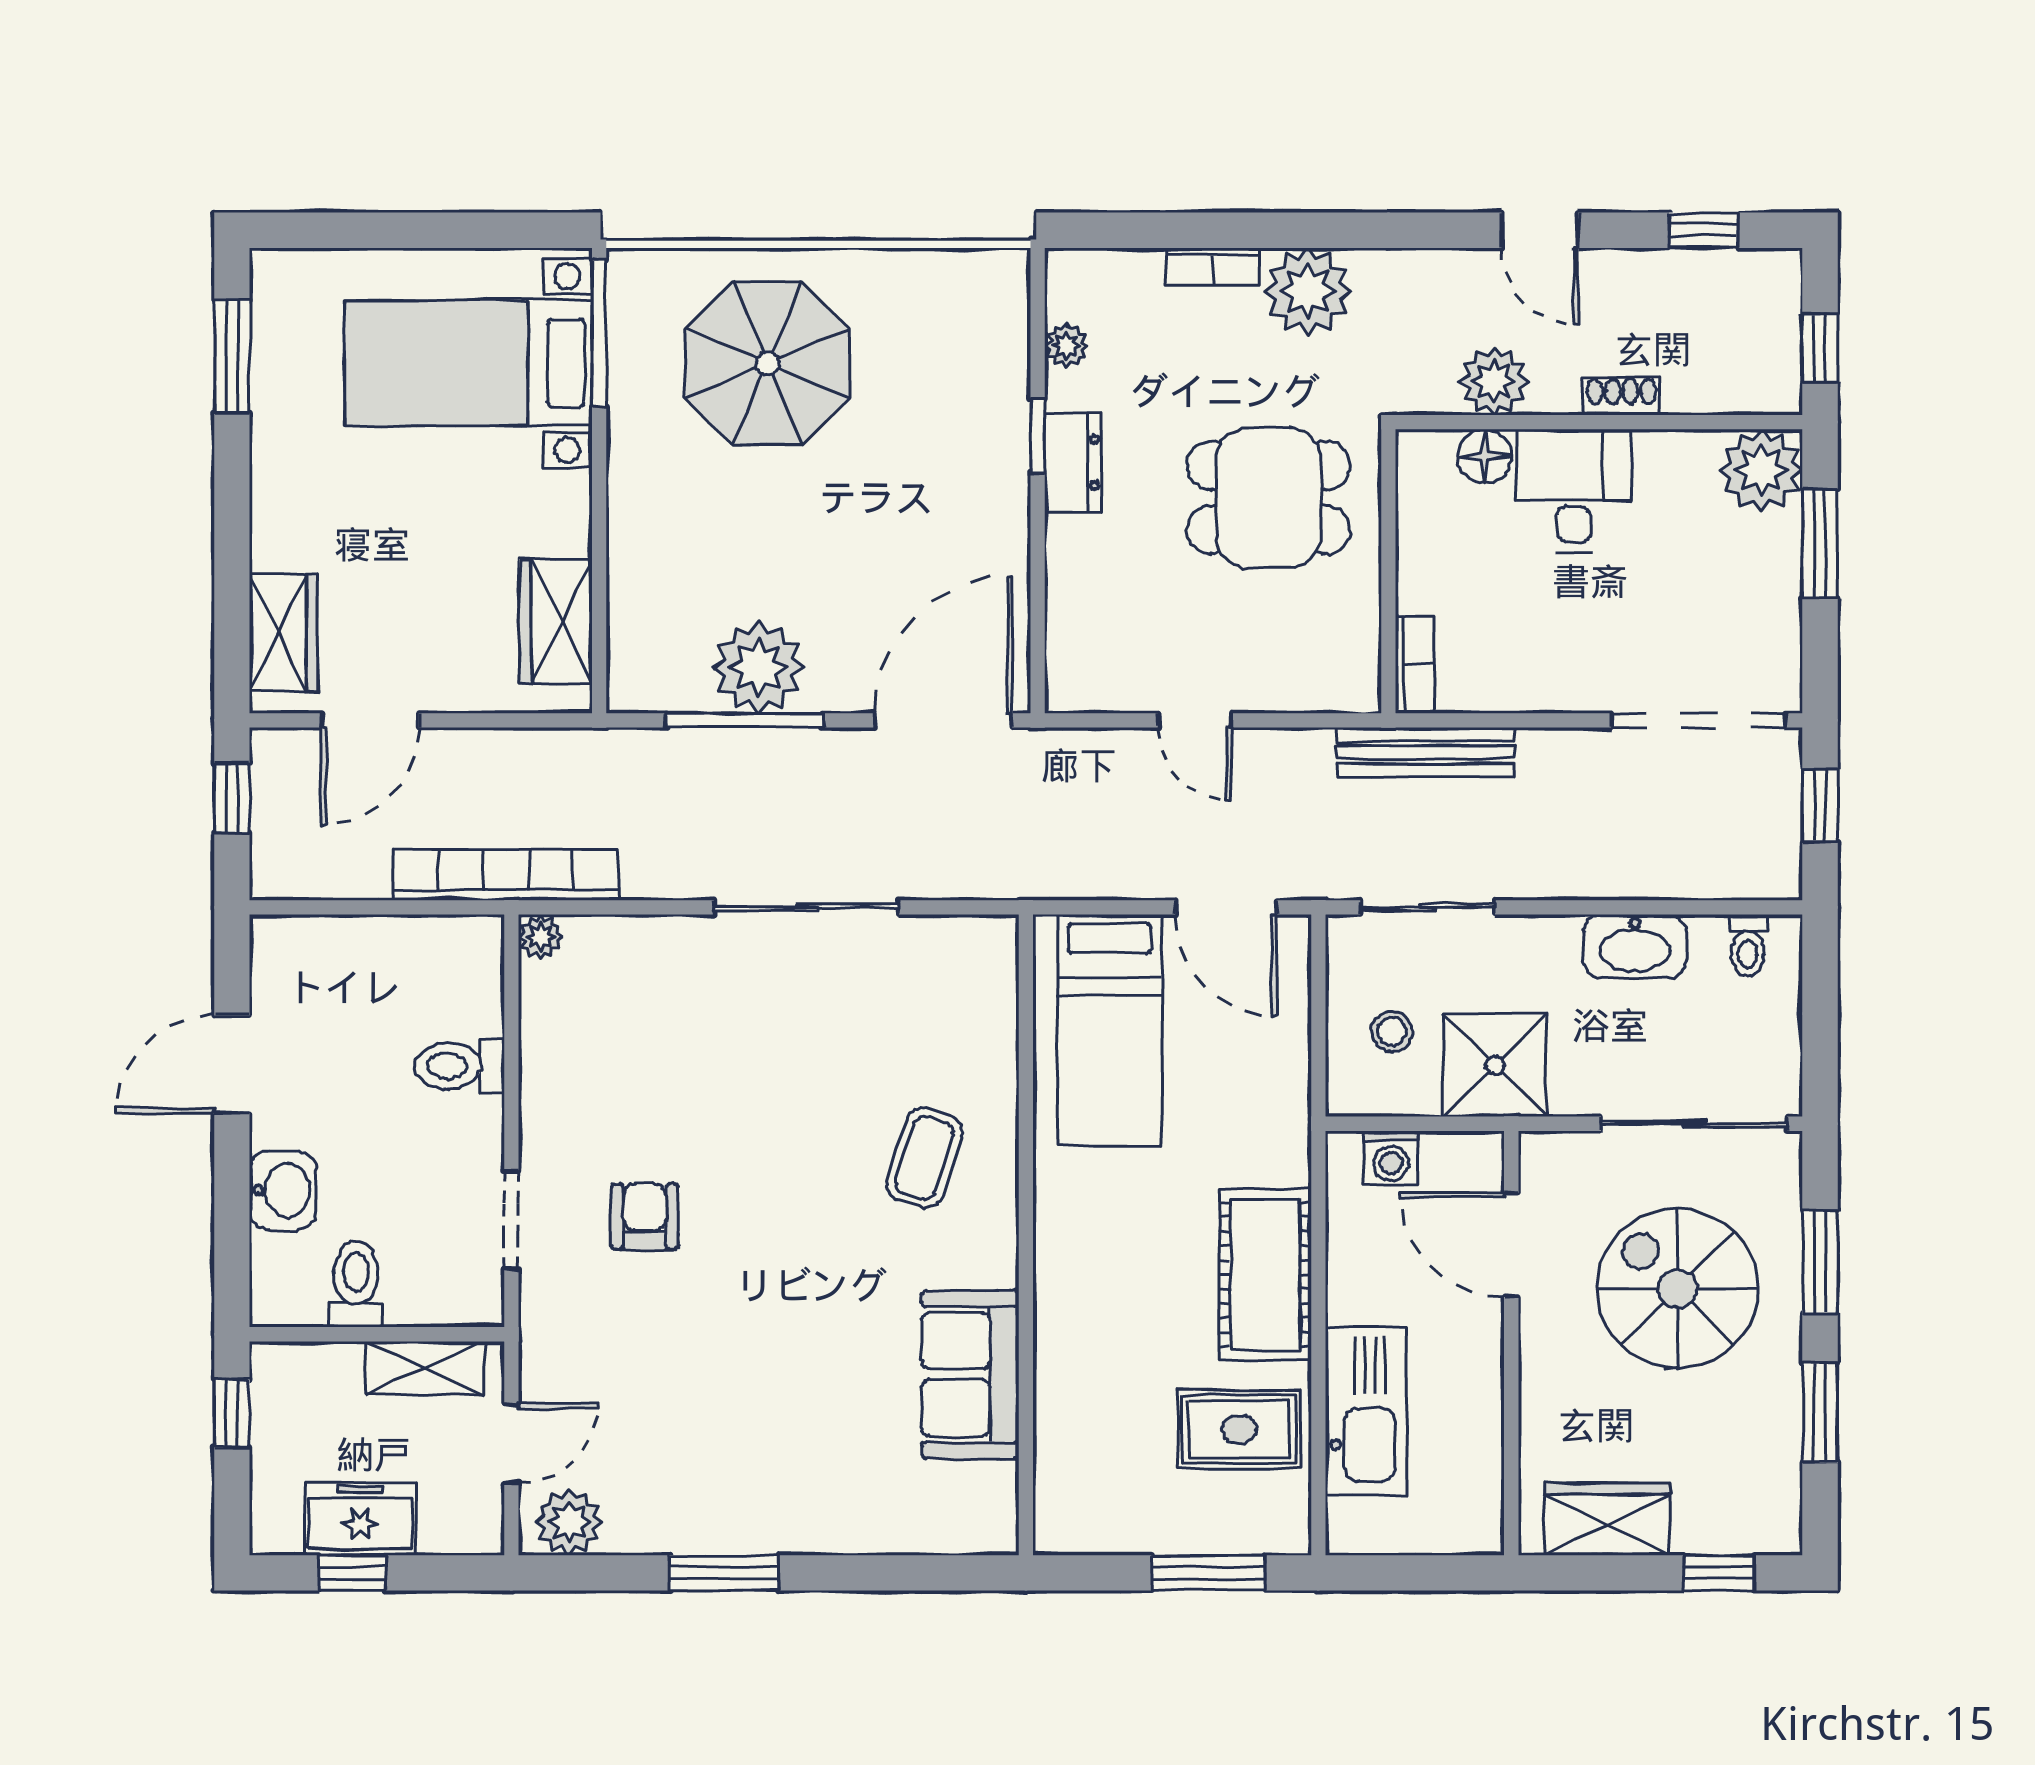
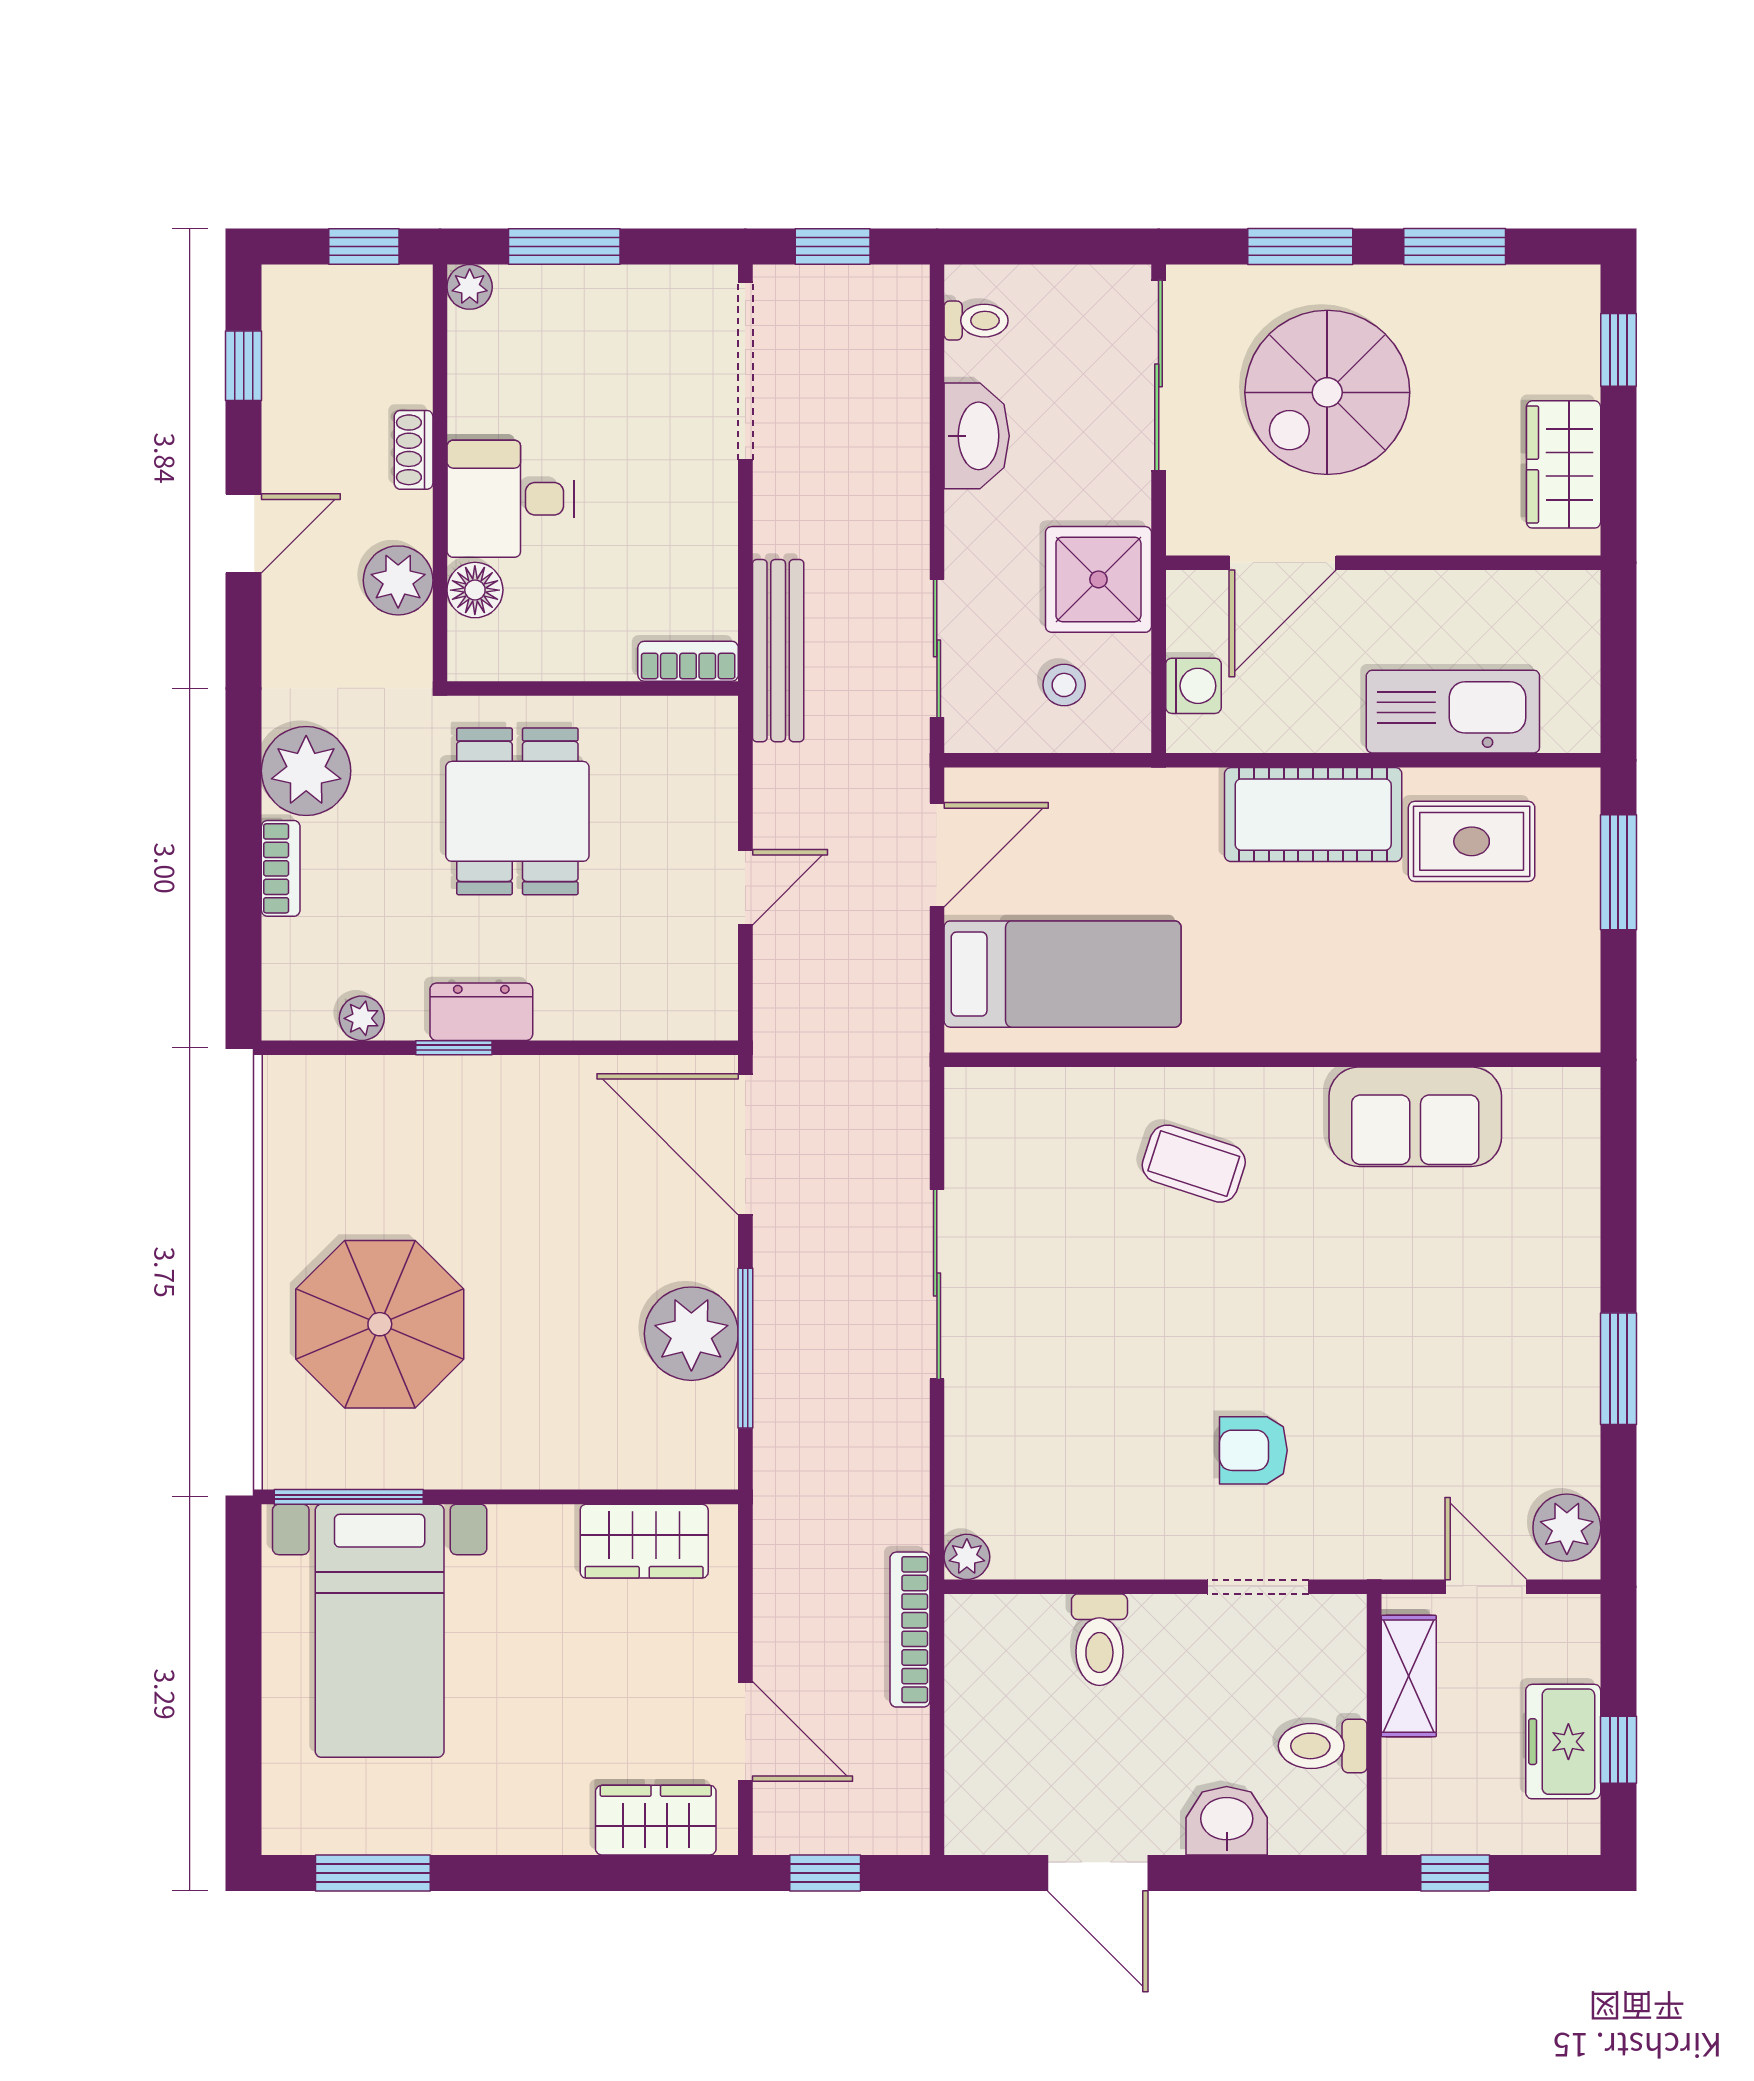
plant: (1761, 470) -> (470, 287), width x0.53, depth x0.53
bookcase: (506, 875) -> (910, 1630), width x0.68, depth x0.76
rug: (1239, 1429) -> (1472, 841), turned 90

